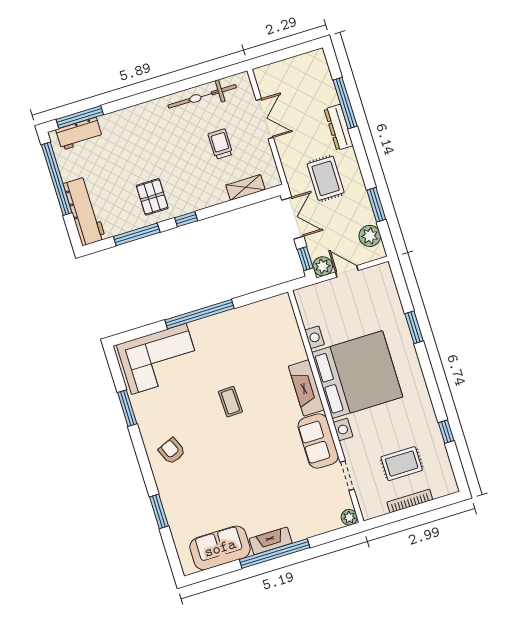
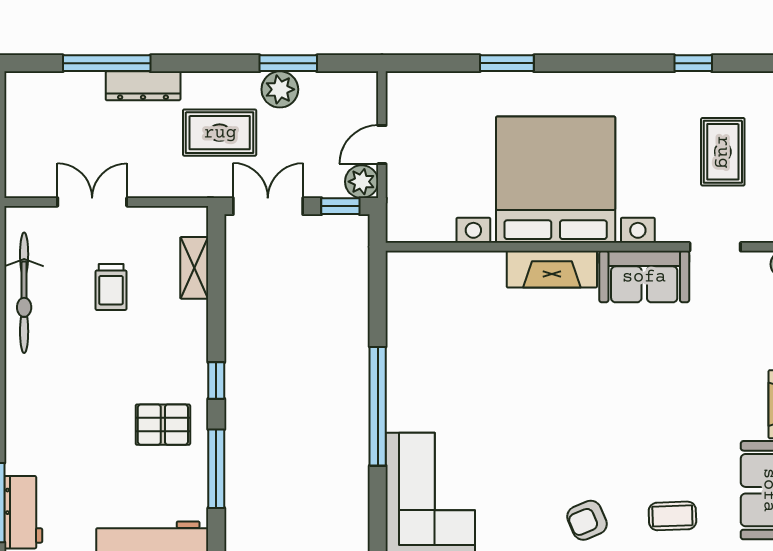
trolley: (220, 144) -> (111, 287), turned -90
plant: (370, 236) -> (280, 89), moved
coffee table: (230, 402) -> (672, 516), moved

